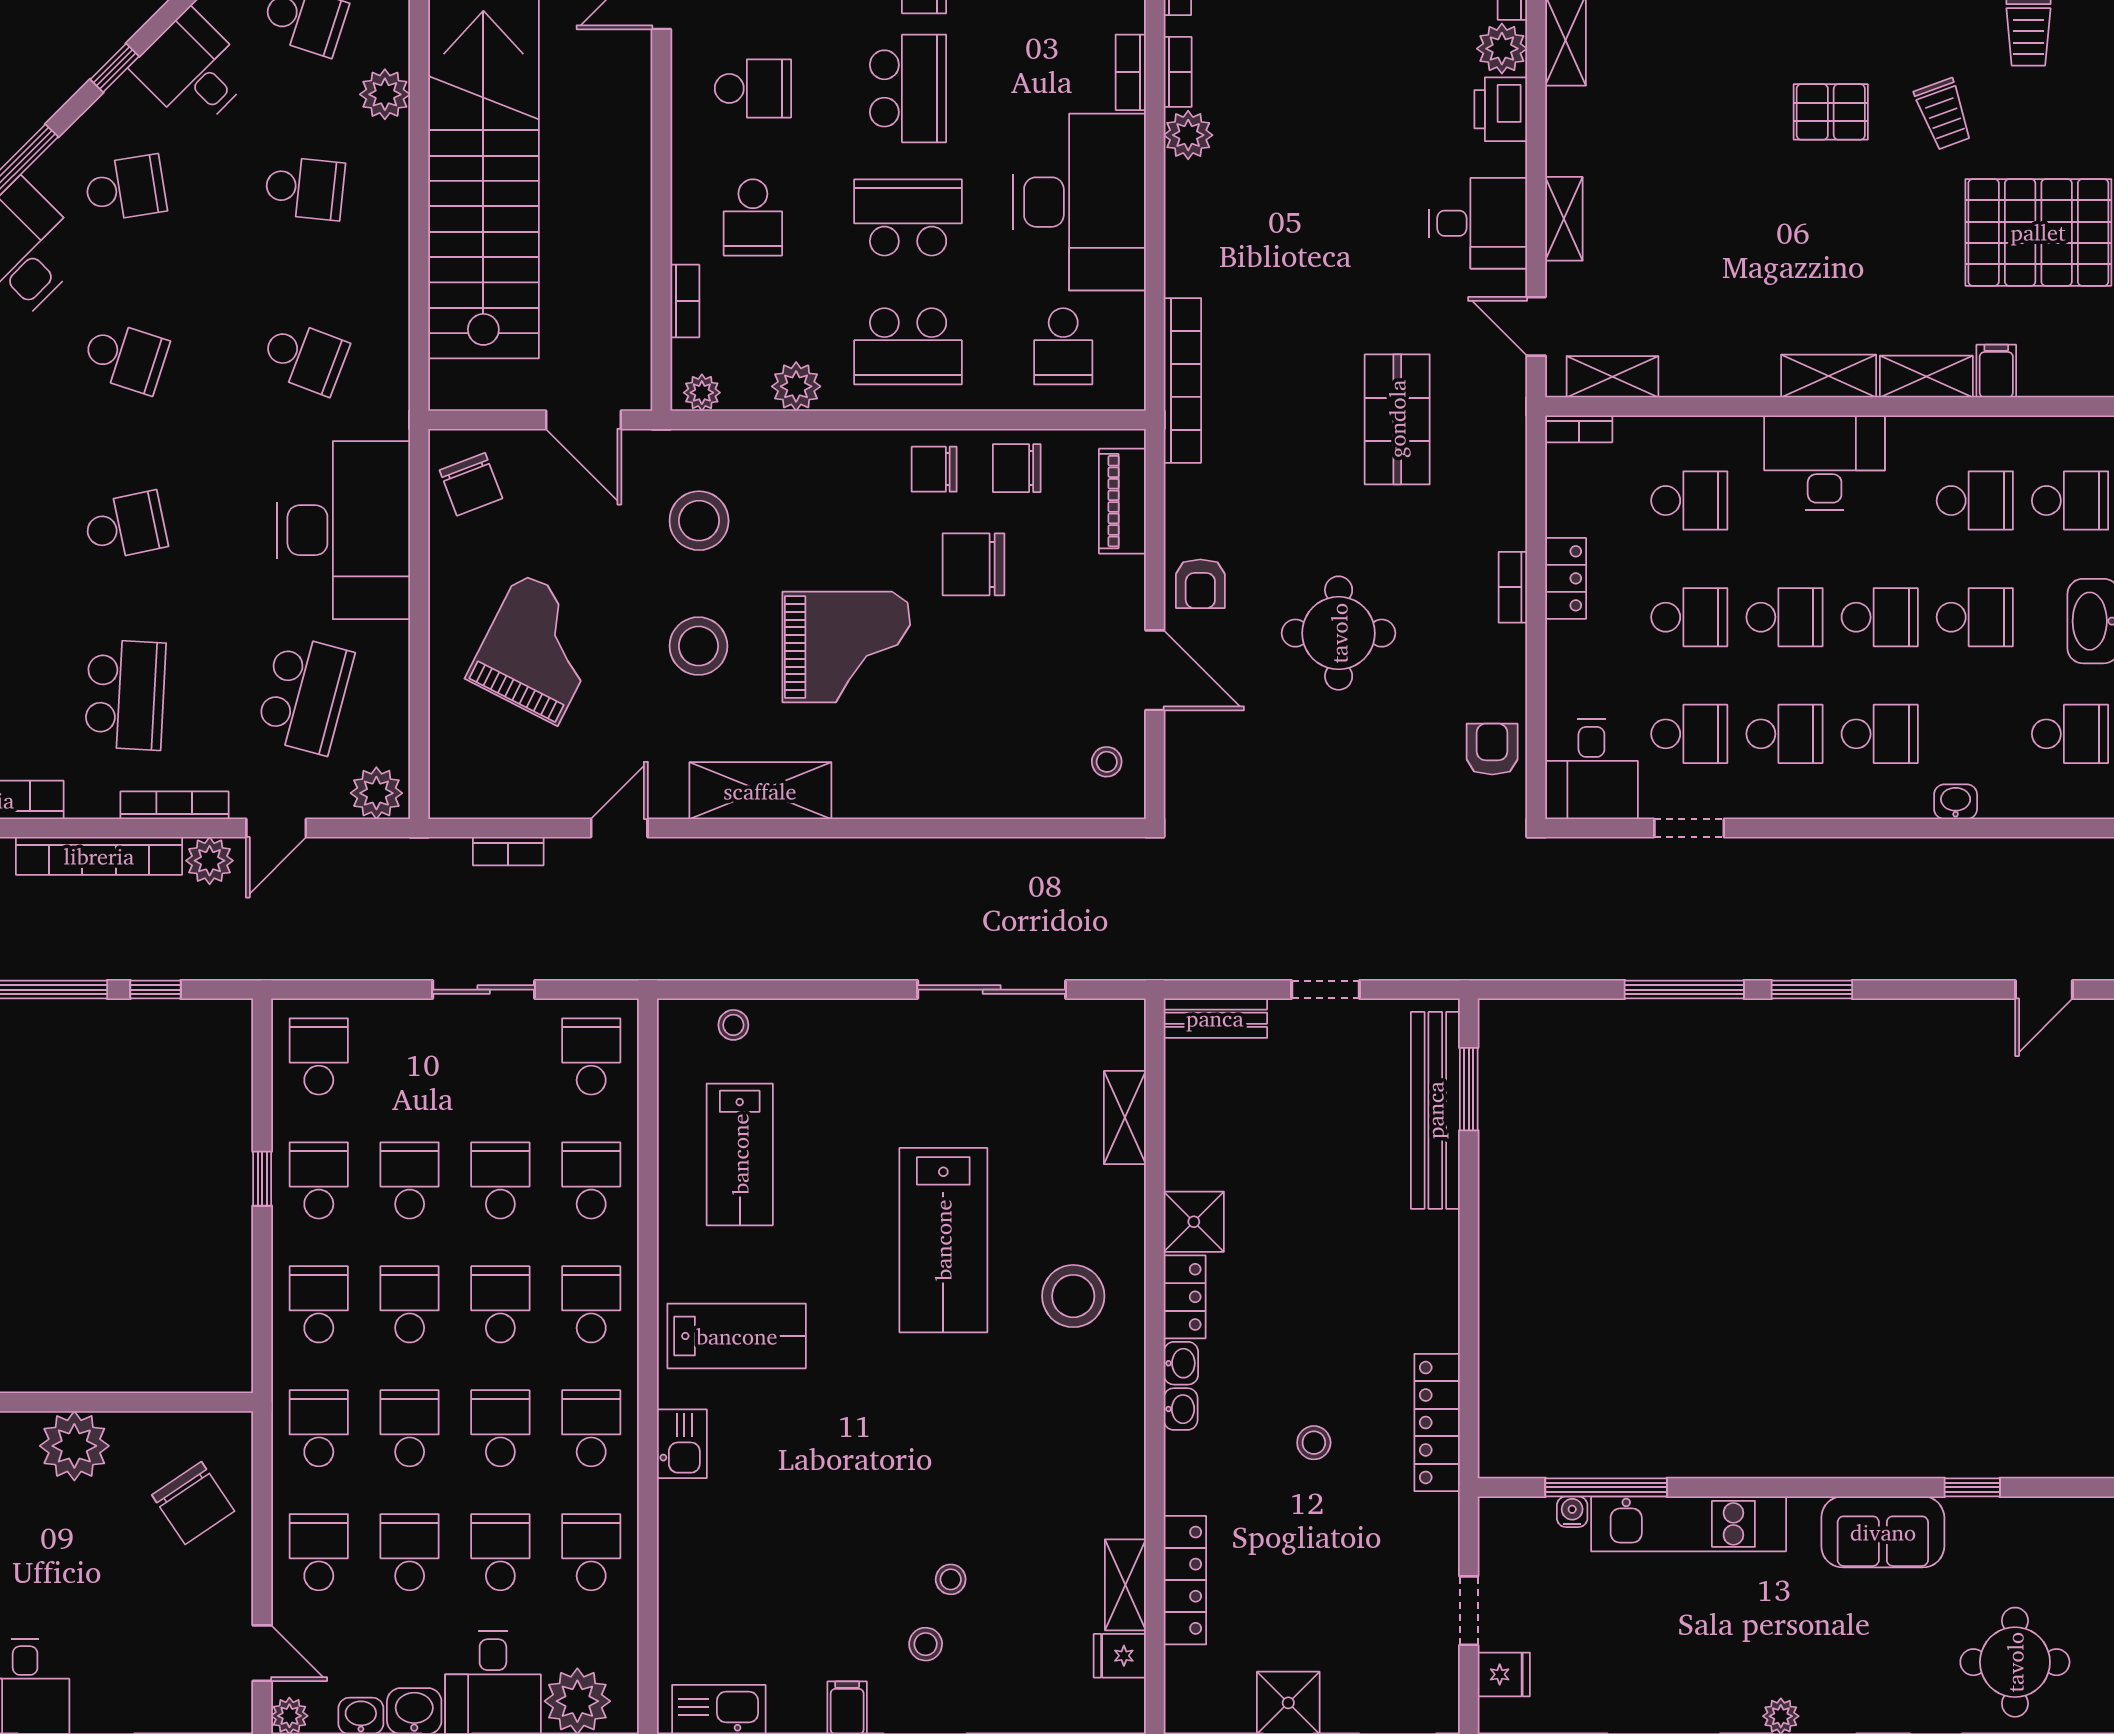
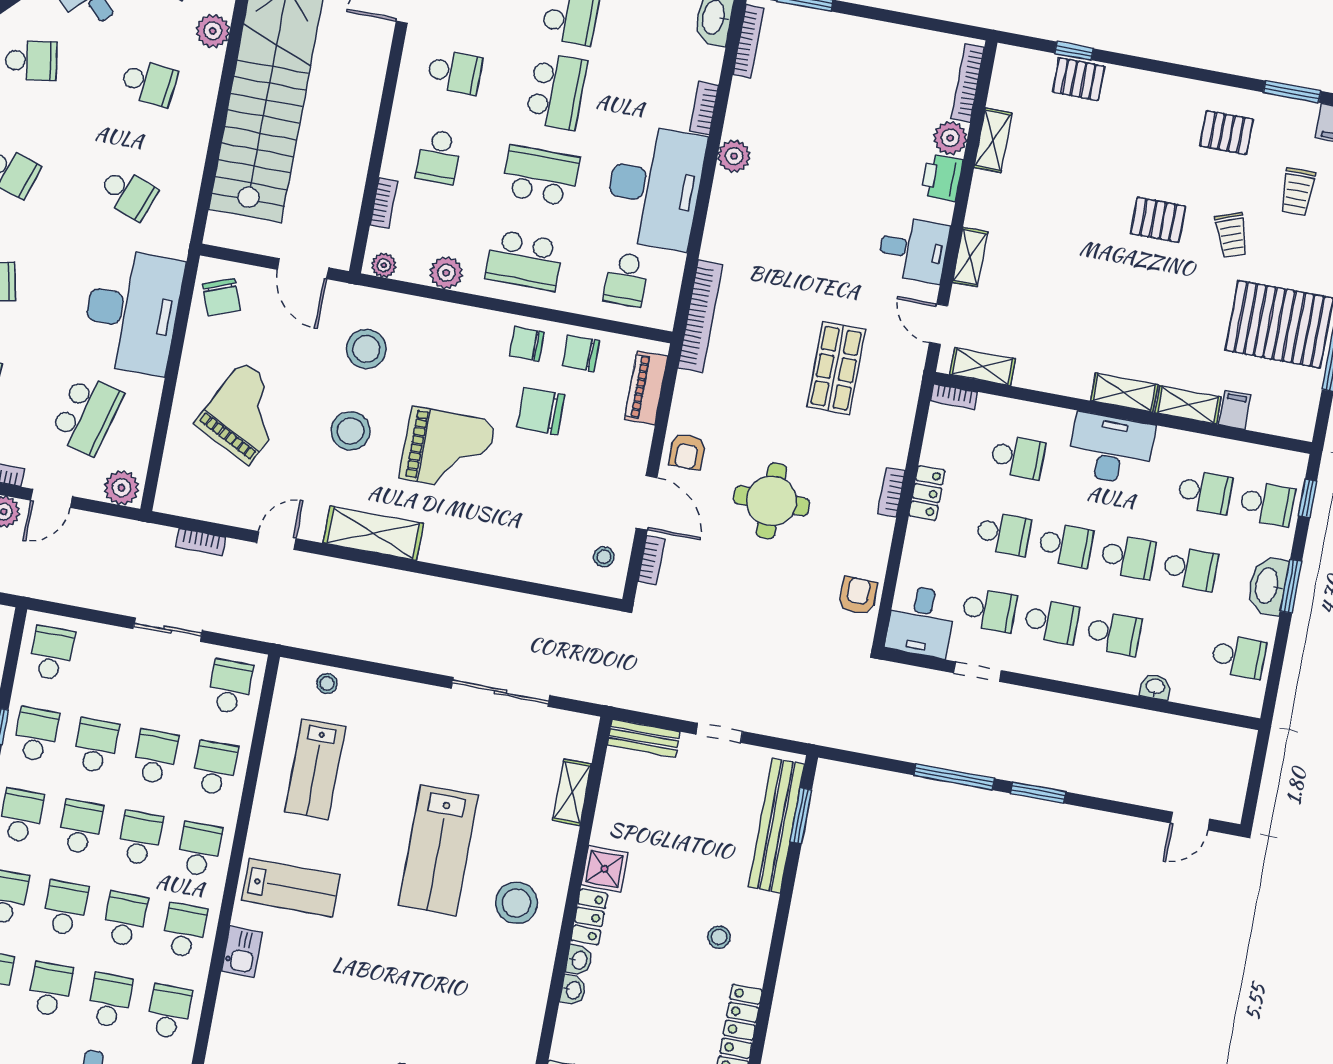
bookcase: (1178, 72) -> (651, 560), moved
stool: (1314, 1443) -> (719, 937), moved

